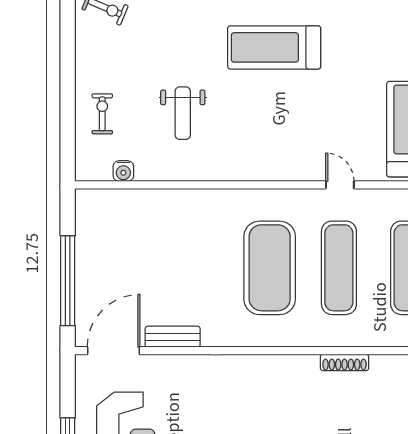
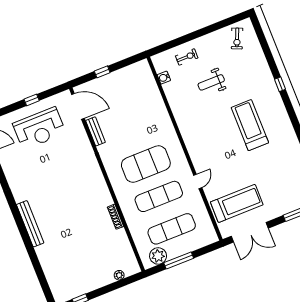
weight bench: (183, 113) -> (211, 82), moved
window: (68, 281) -> (102, 72), width x0.32

